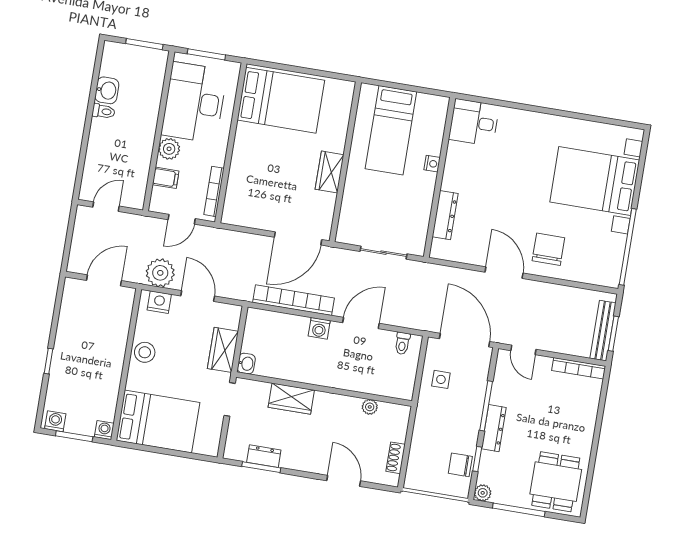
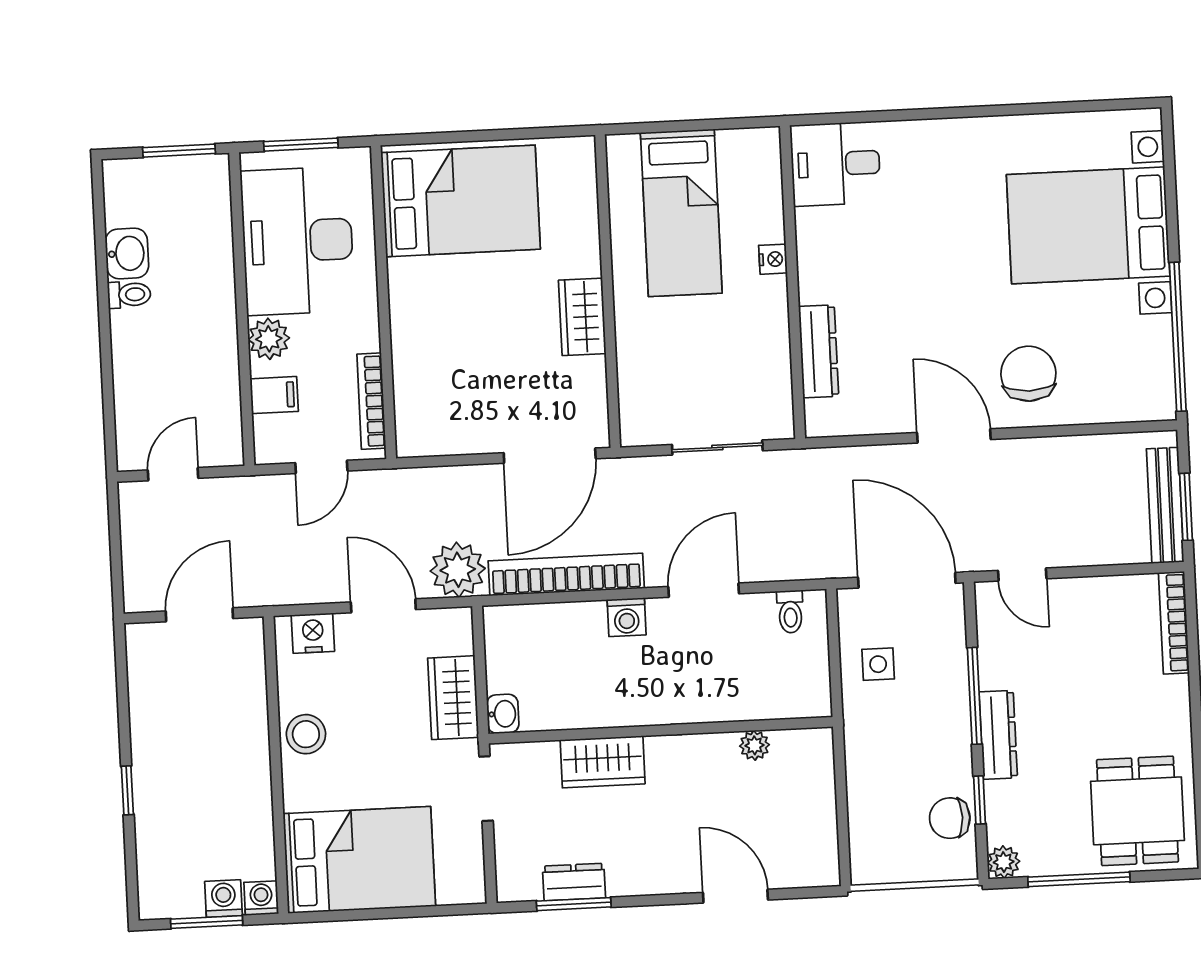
plant: (160, 273) -> (458, 570), moved
bookcase: (579, 368) -> (1174, 623), moved, turned 90
washing machine: (55, 421) -> (223, 898), moved
shoe rack: (396, 458) -> (824, 831), removed

